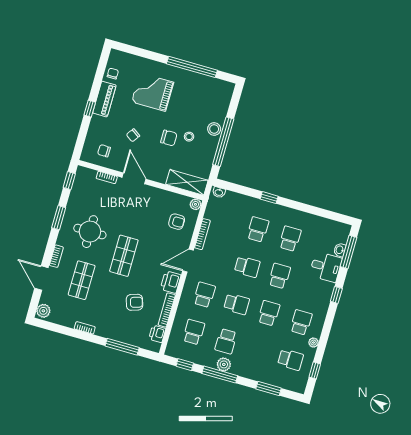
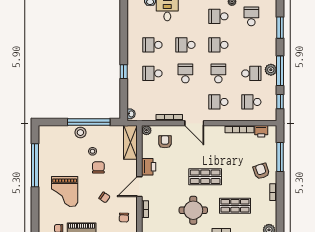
printer: (171, 282) -> (149, 167), moved, turned -90
armchair: (134, 302) -> (261, 171), moved

